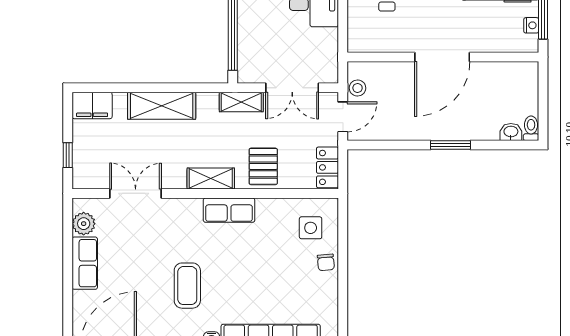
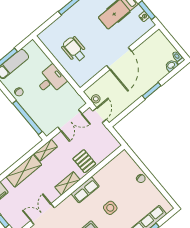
shelving: (241, 102) -> (46, 150), moved
locker: (327, 167) -> (110, 140), removed
side table: (311, 228) -> (110, 208), moved

